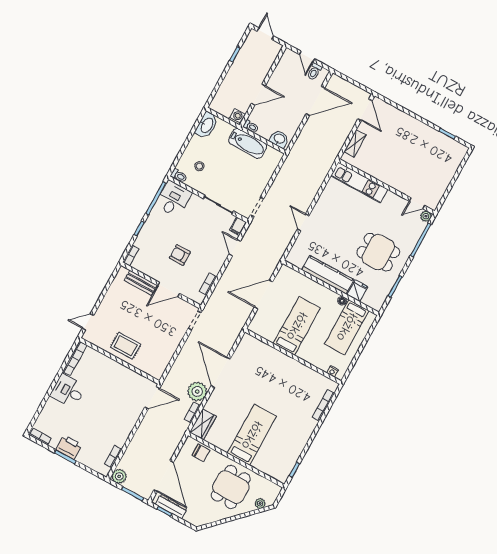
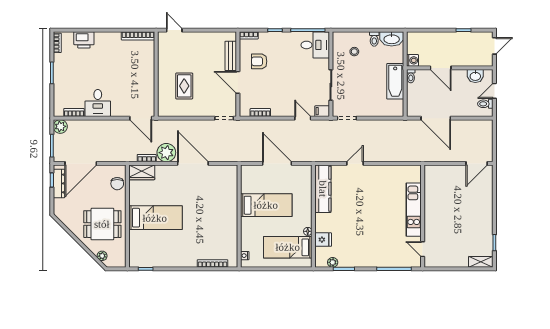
door: (315, 101) -> (436, 118), moved
washbasin: (279, 139) -> (475, 76), moved, turned 90
shelving: (355, 143) -> (481, 262), moved
toilet: (179, 176) -> (374, 39), moved
kitchen unit: (359, 183) -> (414, 210), moved
plant: (426, 216) -> (333, 262), moved
door: (235, 248) -> (303, 118), hinge flipped
dining table: (378, 252) -> (365, 239), removed
armchair: (180, 255) -> (259, 61), moved, turned -90
kitchen counter: (328, 275) -> (323, 189), moved
rug: (126, 346) -> (184, 86), moved
door: (221, 372) -> (193, 163), hinge flipped
desk: (68, 391) -> (98, 103), moved, turned 180
printer: (69, 447) -> (84, 40), moved, turned 90

